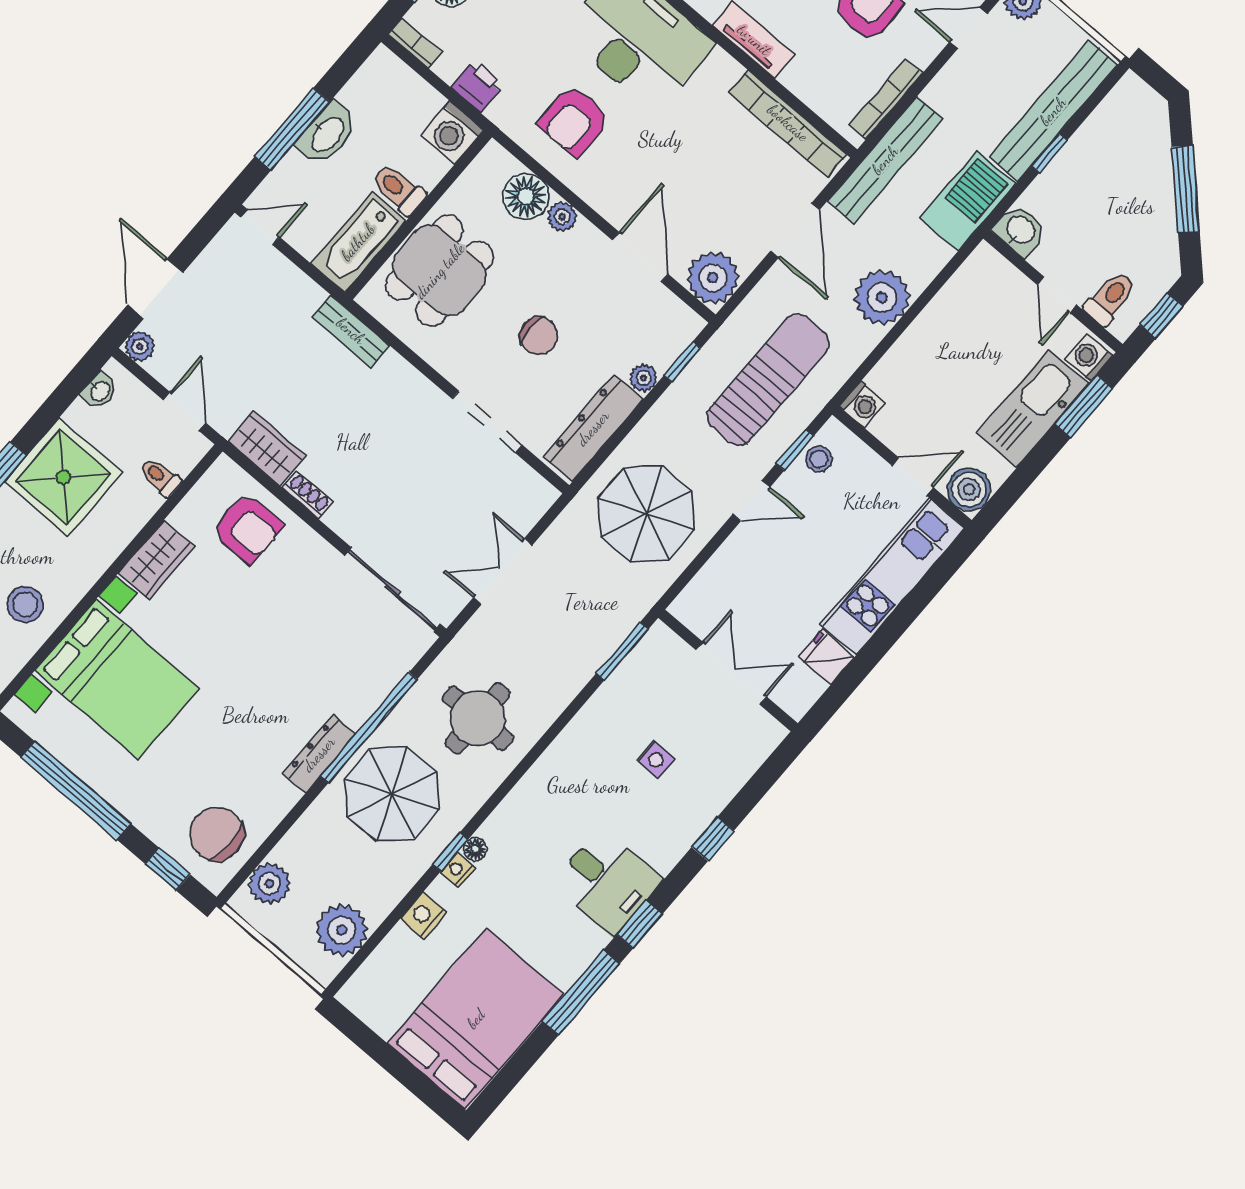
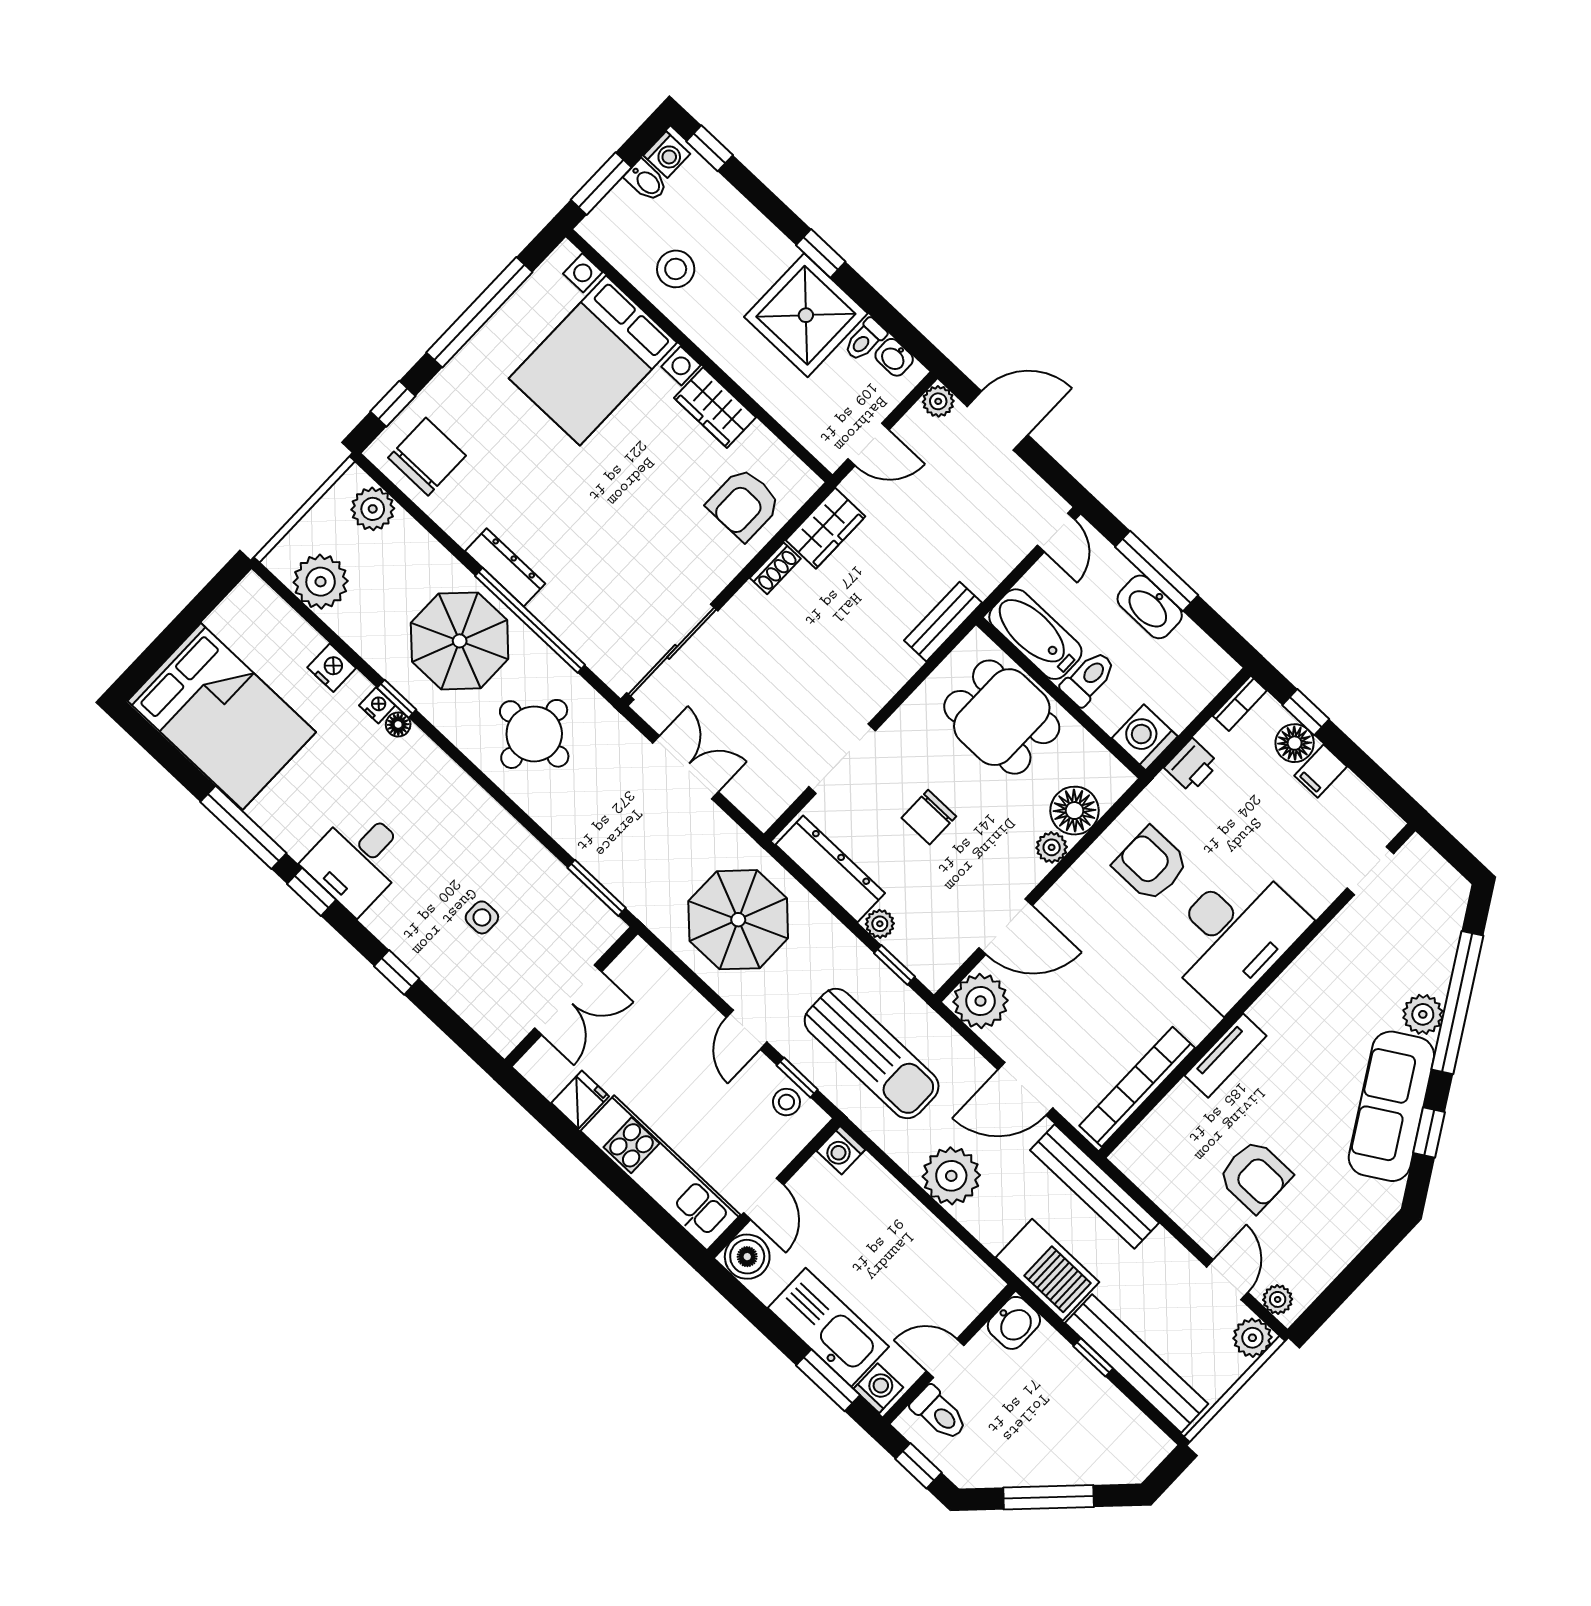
bookcase: (886, 99) -> (1158, 1190), removed
toilet: (160, 477) -> (865, 340), moved, turned 180

